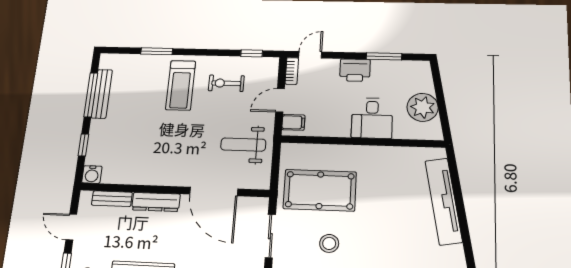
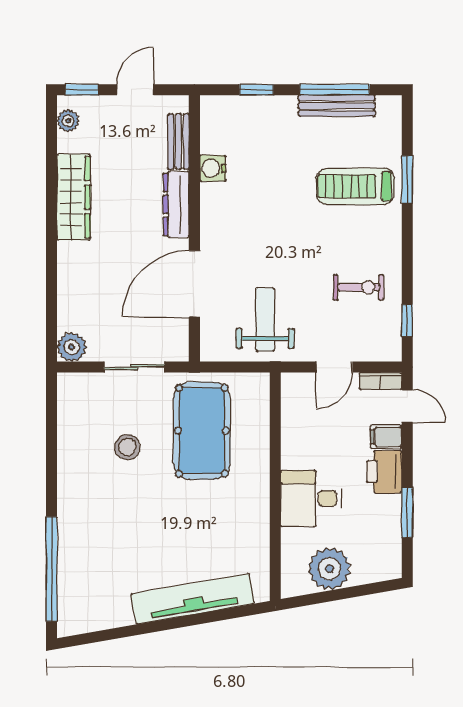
exercise bike: (226, 83) -> (359, 287), turned 90
treadmill: (181, 85) -> (355, 186), moved
door: (280, 100) -> (334, 367), swing flipped
filing cabinet: (293, 122) -> (386, 437), moved, turned 90
water cooler: (92, 174) -> (213, 168), moved

